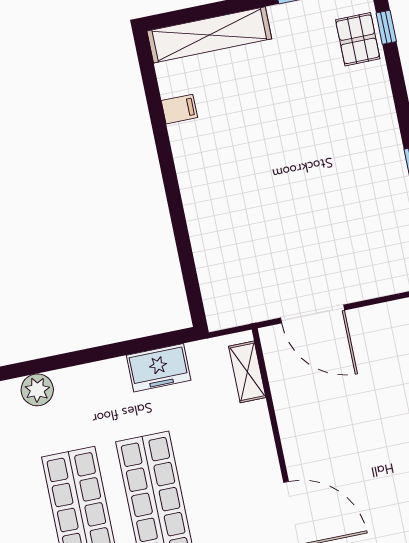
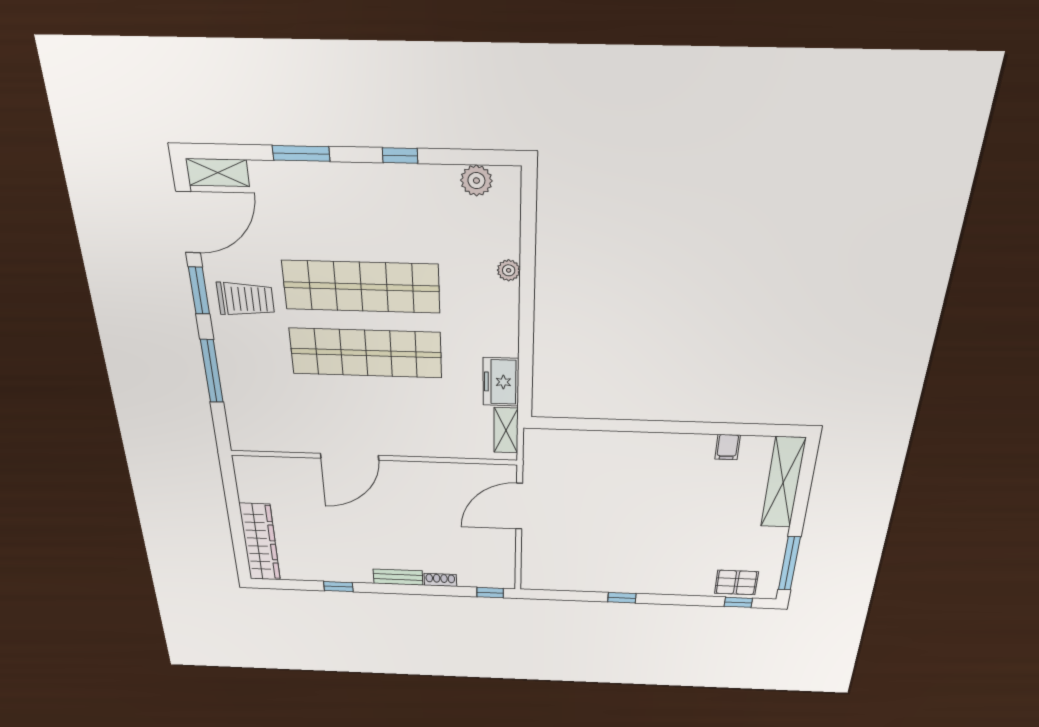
shelving: (247, 372) -> (506, 430), moved, turned 90
plant: (37, 390) -> (509, 270), width x0.73, depth x0.73

